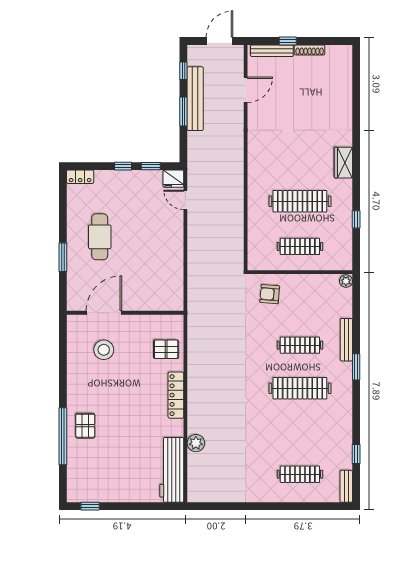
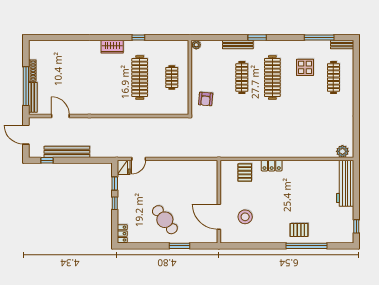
window: (288, 41) -> (26, 86), width x3.17
window: (183, 111) -> (76, 160), removed
window: (356, 219) -> (138, 38), moved
cafe table: (100, 237) -> (165, 220), turned 52
clothes rail: (300, 246) -> (172, 77), width x0.73
locker: (176, 395) -> (272, 166), width x0.66
display table: (314, 434) -> (305, 67), added
plant: (196, 443) -> (342, 151), moved
window: (356, 454) -> (319, 38), width x2.17
workbench: (172, 470) -> (345, 183), moved, turned 90

